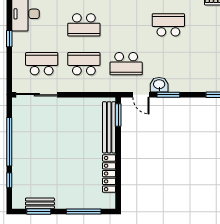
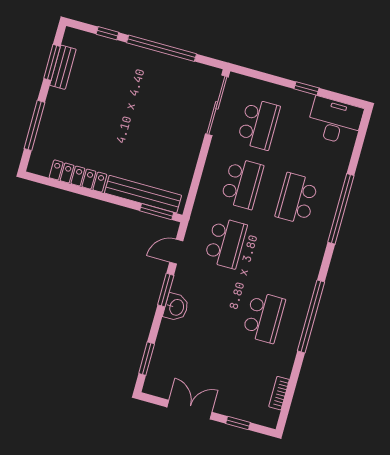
school desk: (126, 64) -> (226, 243), turned 180
washbasin: (159, 85) -> (176, 307), moved

